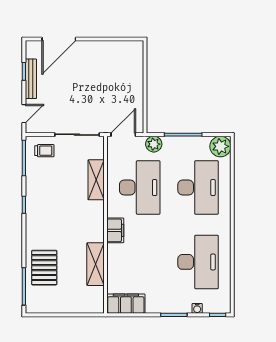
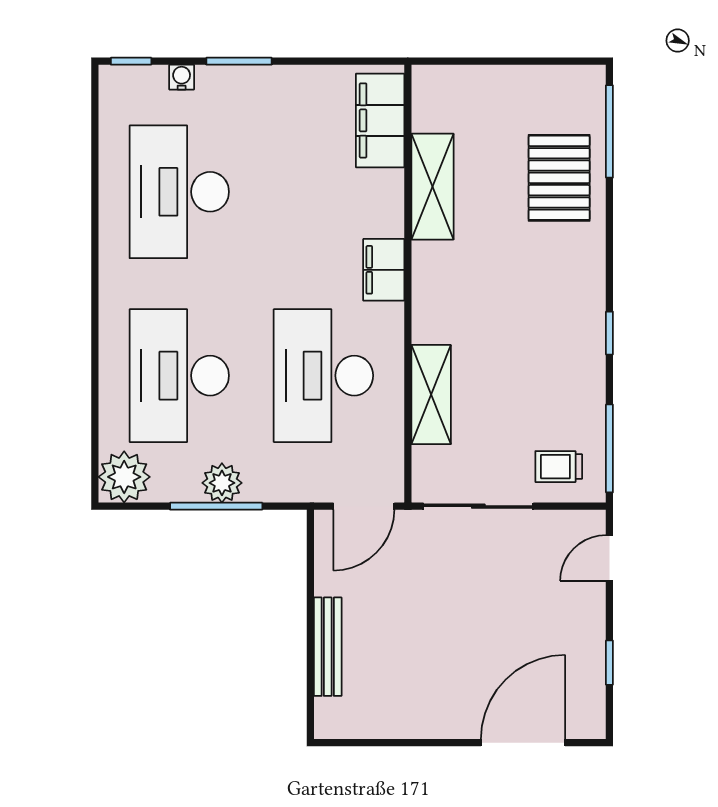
bench: (31, 79) -> (328, 647), moved
plant: (154, 144) -> (222, 483), moved
filing cabinet: (126, 304) -> (380, 120), moved, turned 90

